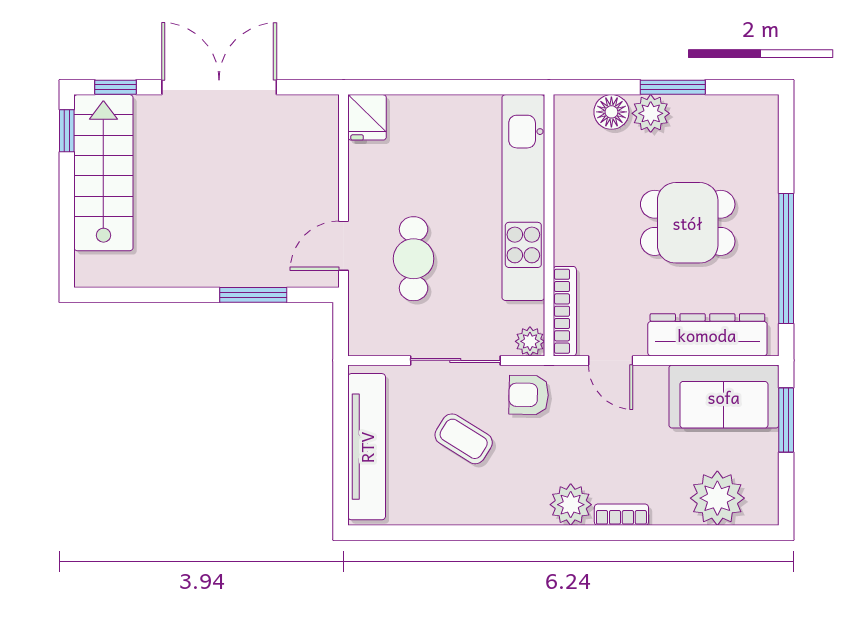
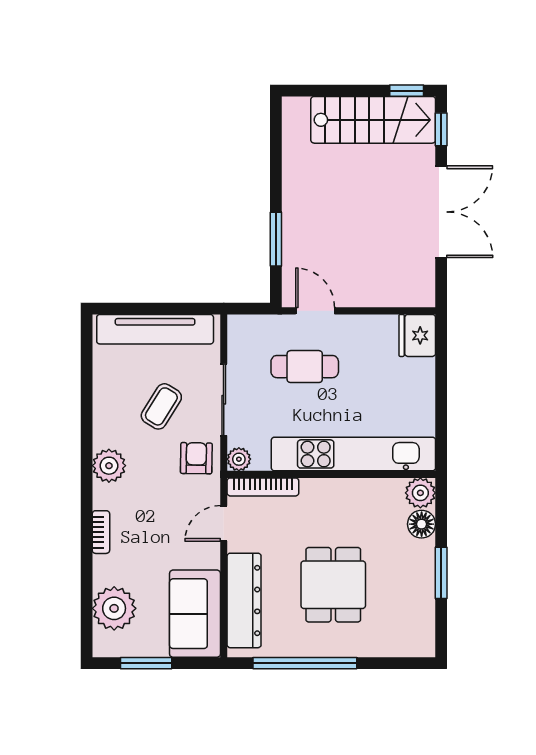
plant: (651, 113) -> (420, 493), moved
fridge: (367, 117) -> (417, 335), width x1.38
window: (786, 420) -> (146, 663), moved
plant: (571, 505) -> (109, 466), moved

